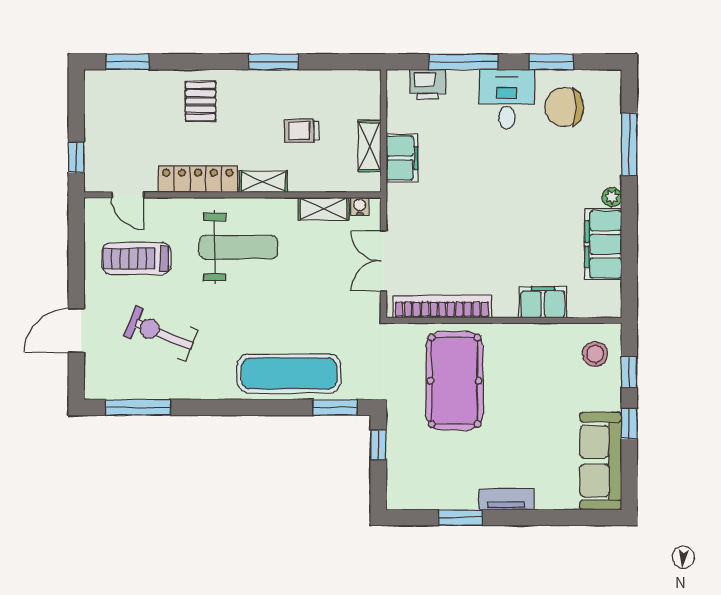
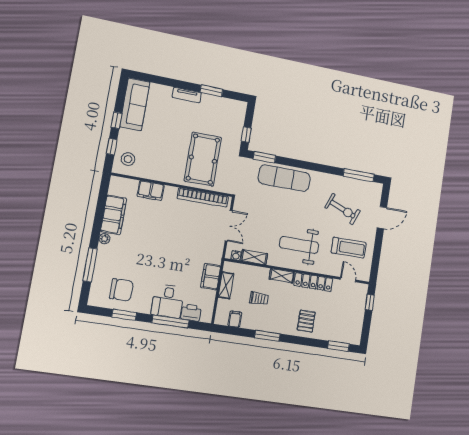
filing cabinet: (342, 84) -> (235, 319), added
desk: (507, 99) -> (168, 301), moved

